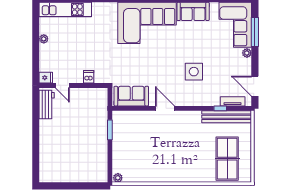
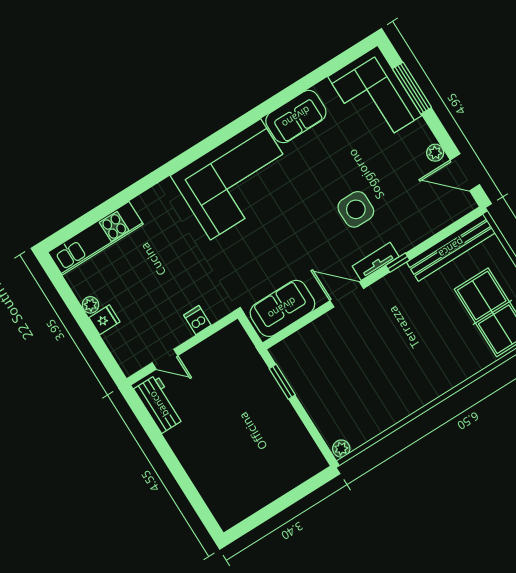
plant: (247, 53) -> (435, 153), moved
fridge: (46, 78) -> (104, 320), moved
tv unit: (233, 101) -> (376, 261), moved
window: (220, 108) -> (398, 263), moved

